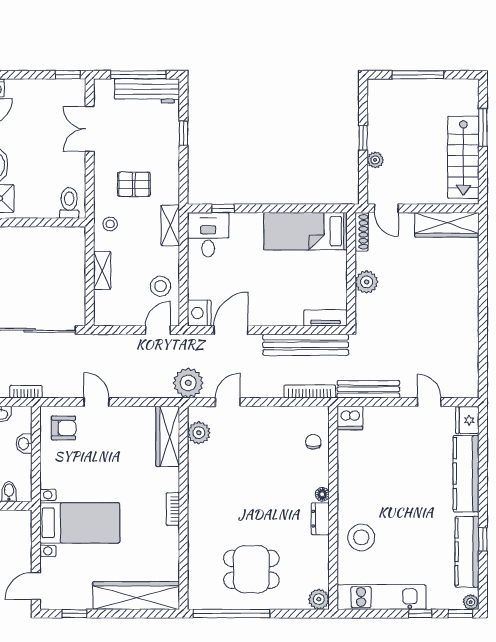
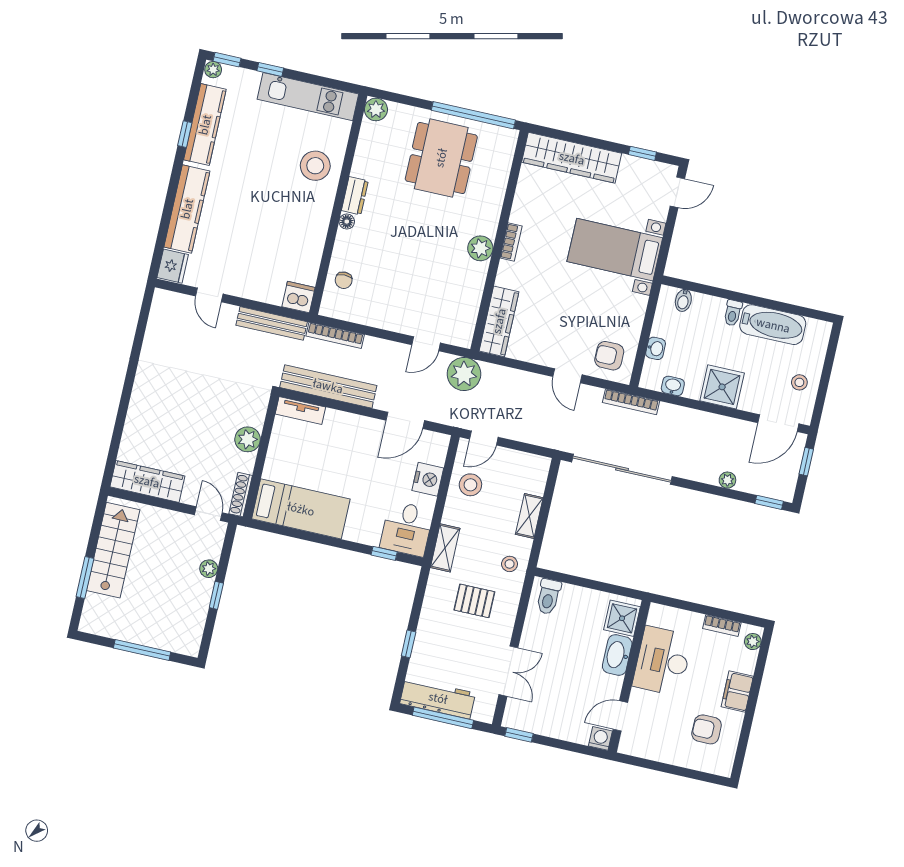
nightstand: (199, 313) -> (428, 479), moved
bookcase: (26, 392) -> (631, 402), width x1.56
plant: (199, 433) -> (480, 248), moved
dining table: (251, 569) -> (441, 158), width x1.38

